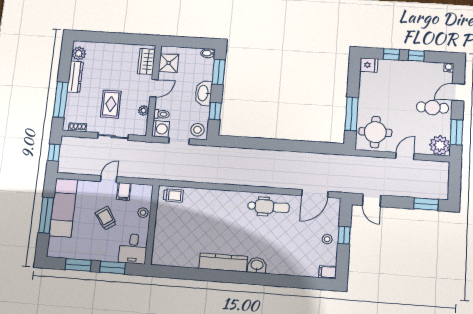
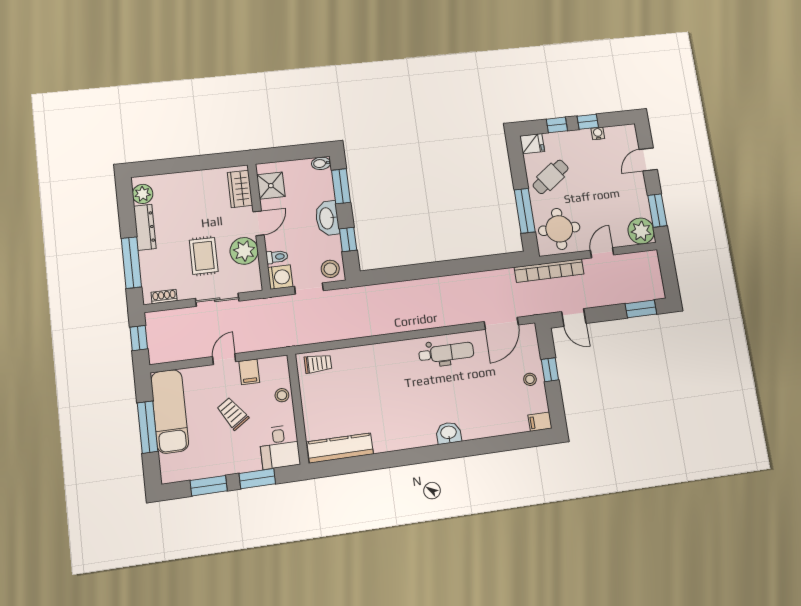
water cooler: (449, 67) -> (598, 133), moved
cafe table: (432, 108) -> (551, 177), moved, turned -36
plant: (144, 111) -> (244, 251), width x1.88, depth x1.88
bookcase: (360, 162) -> (549, 271), added
kitchen counter: (223, 262) -> (340, 448), moved

